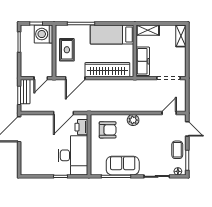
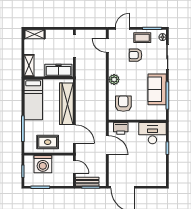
washing machine: (44, 34) -> (43, 164), moved
armchair: (159, 143) -> (135, 55), added
desk: (73, 155) -> (152, 133), width x0.73, depth x0.77

